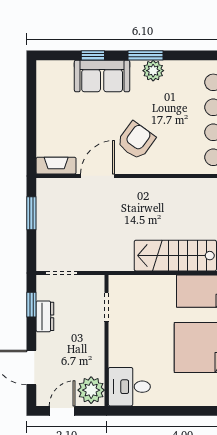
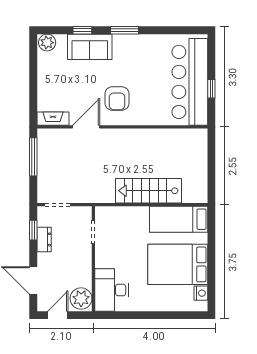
plant: (153, 71) -> (47, 43), moved
armchair: (136, 140) -> (117, 98), turned 144
window: (31, 213) -> (33, 157), width x1.44
desk: (129, 387) -> (112, 290), width x1.37

